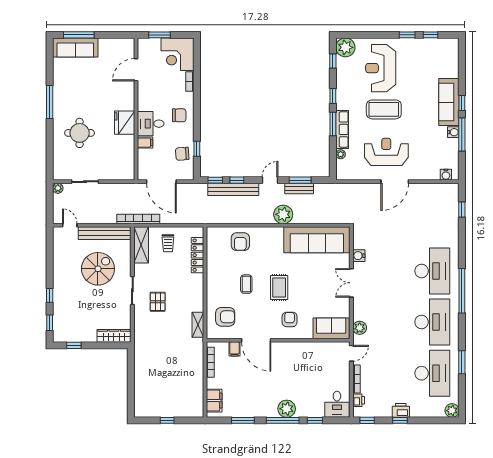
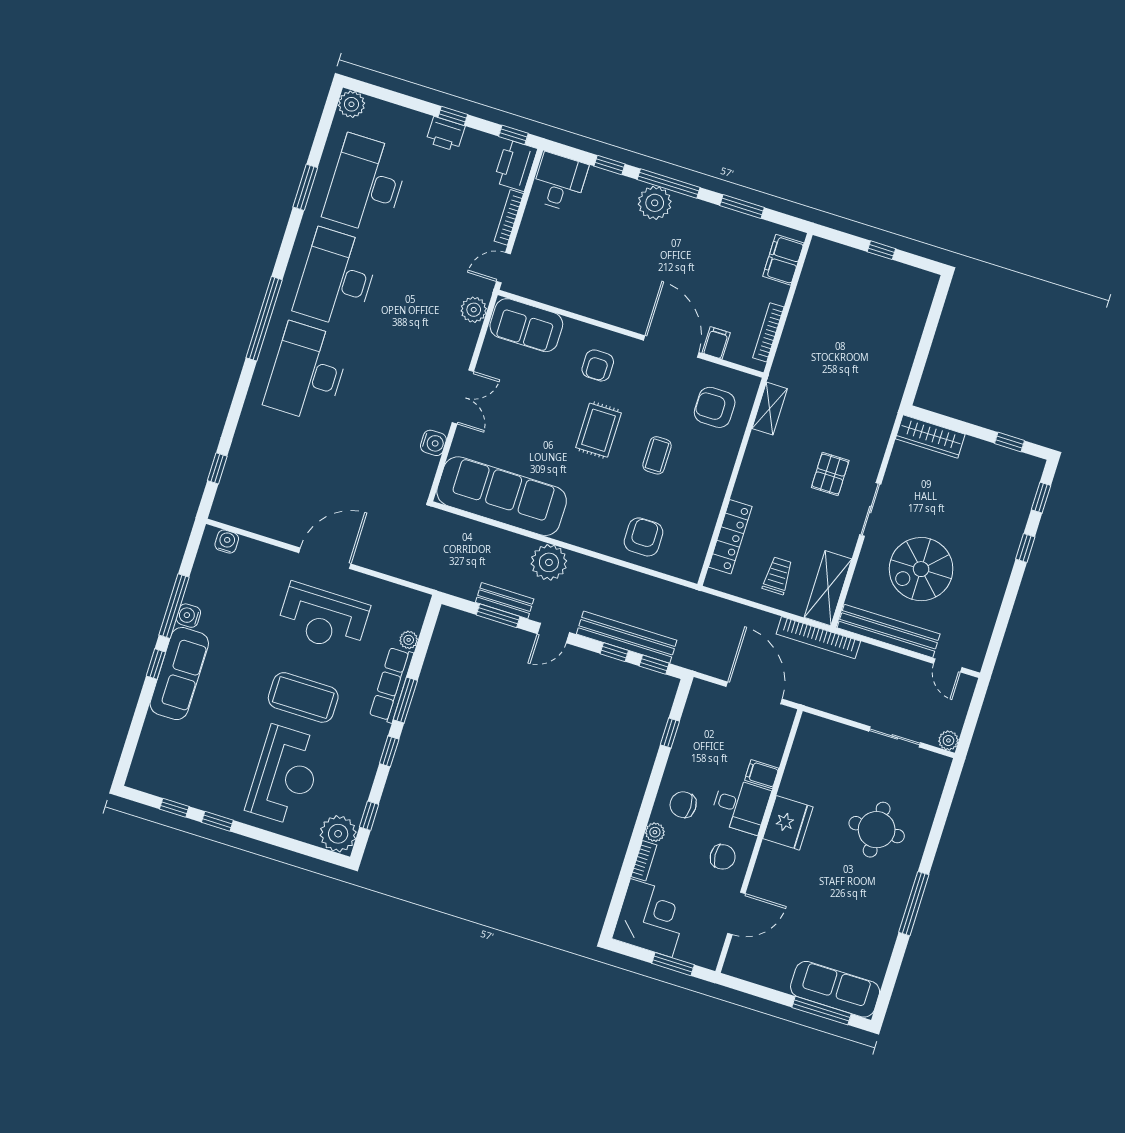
plant: (189, 97) -> (655, 832), added
chair: (182, 154) -> (723, 857), moved
printer: (359, 400) -> (516, 165), width x1.87, depth x1.48

